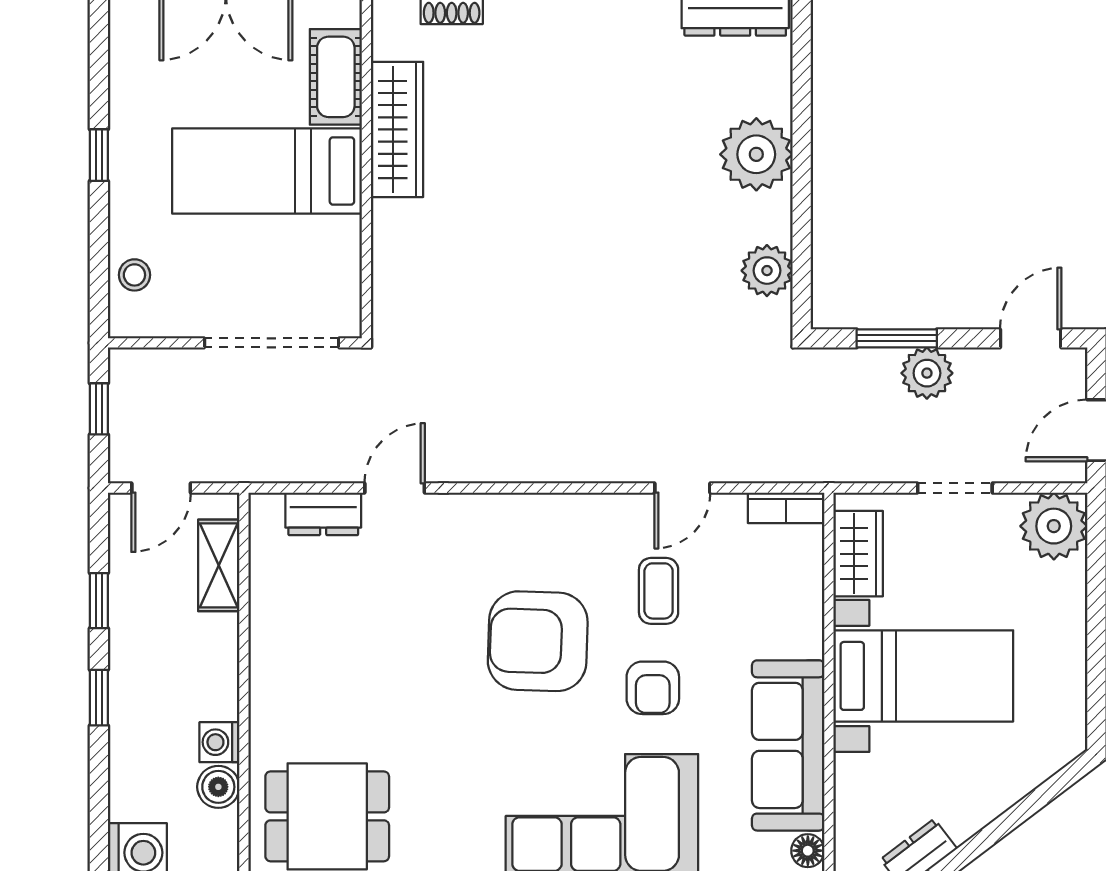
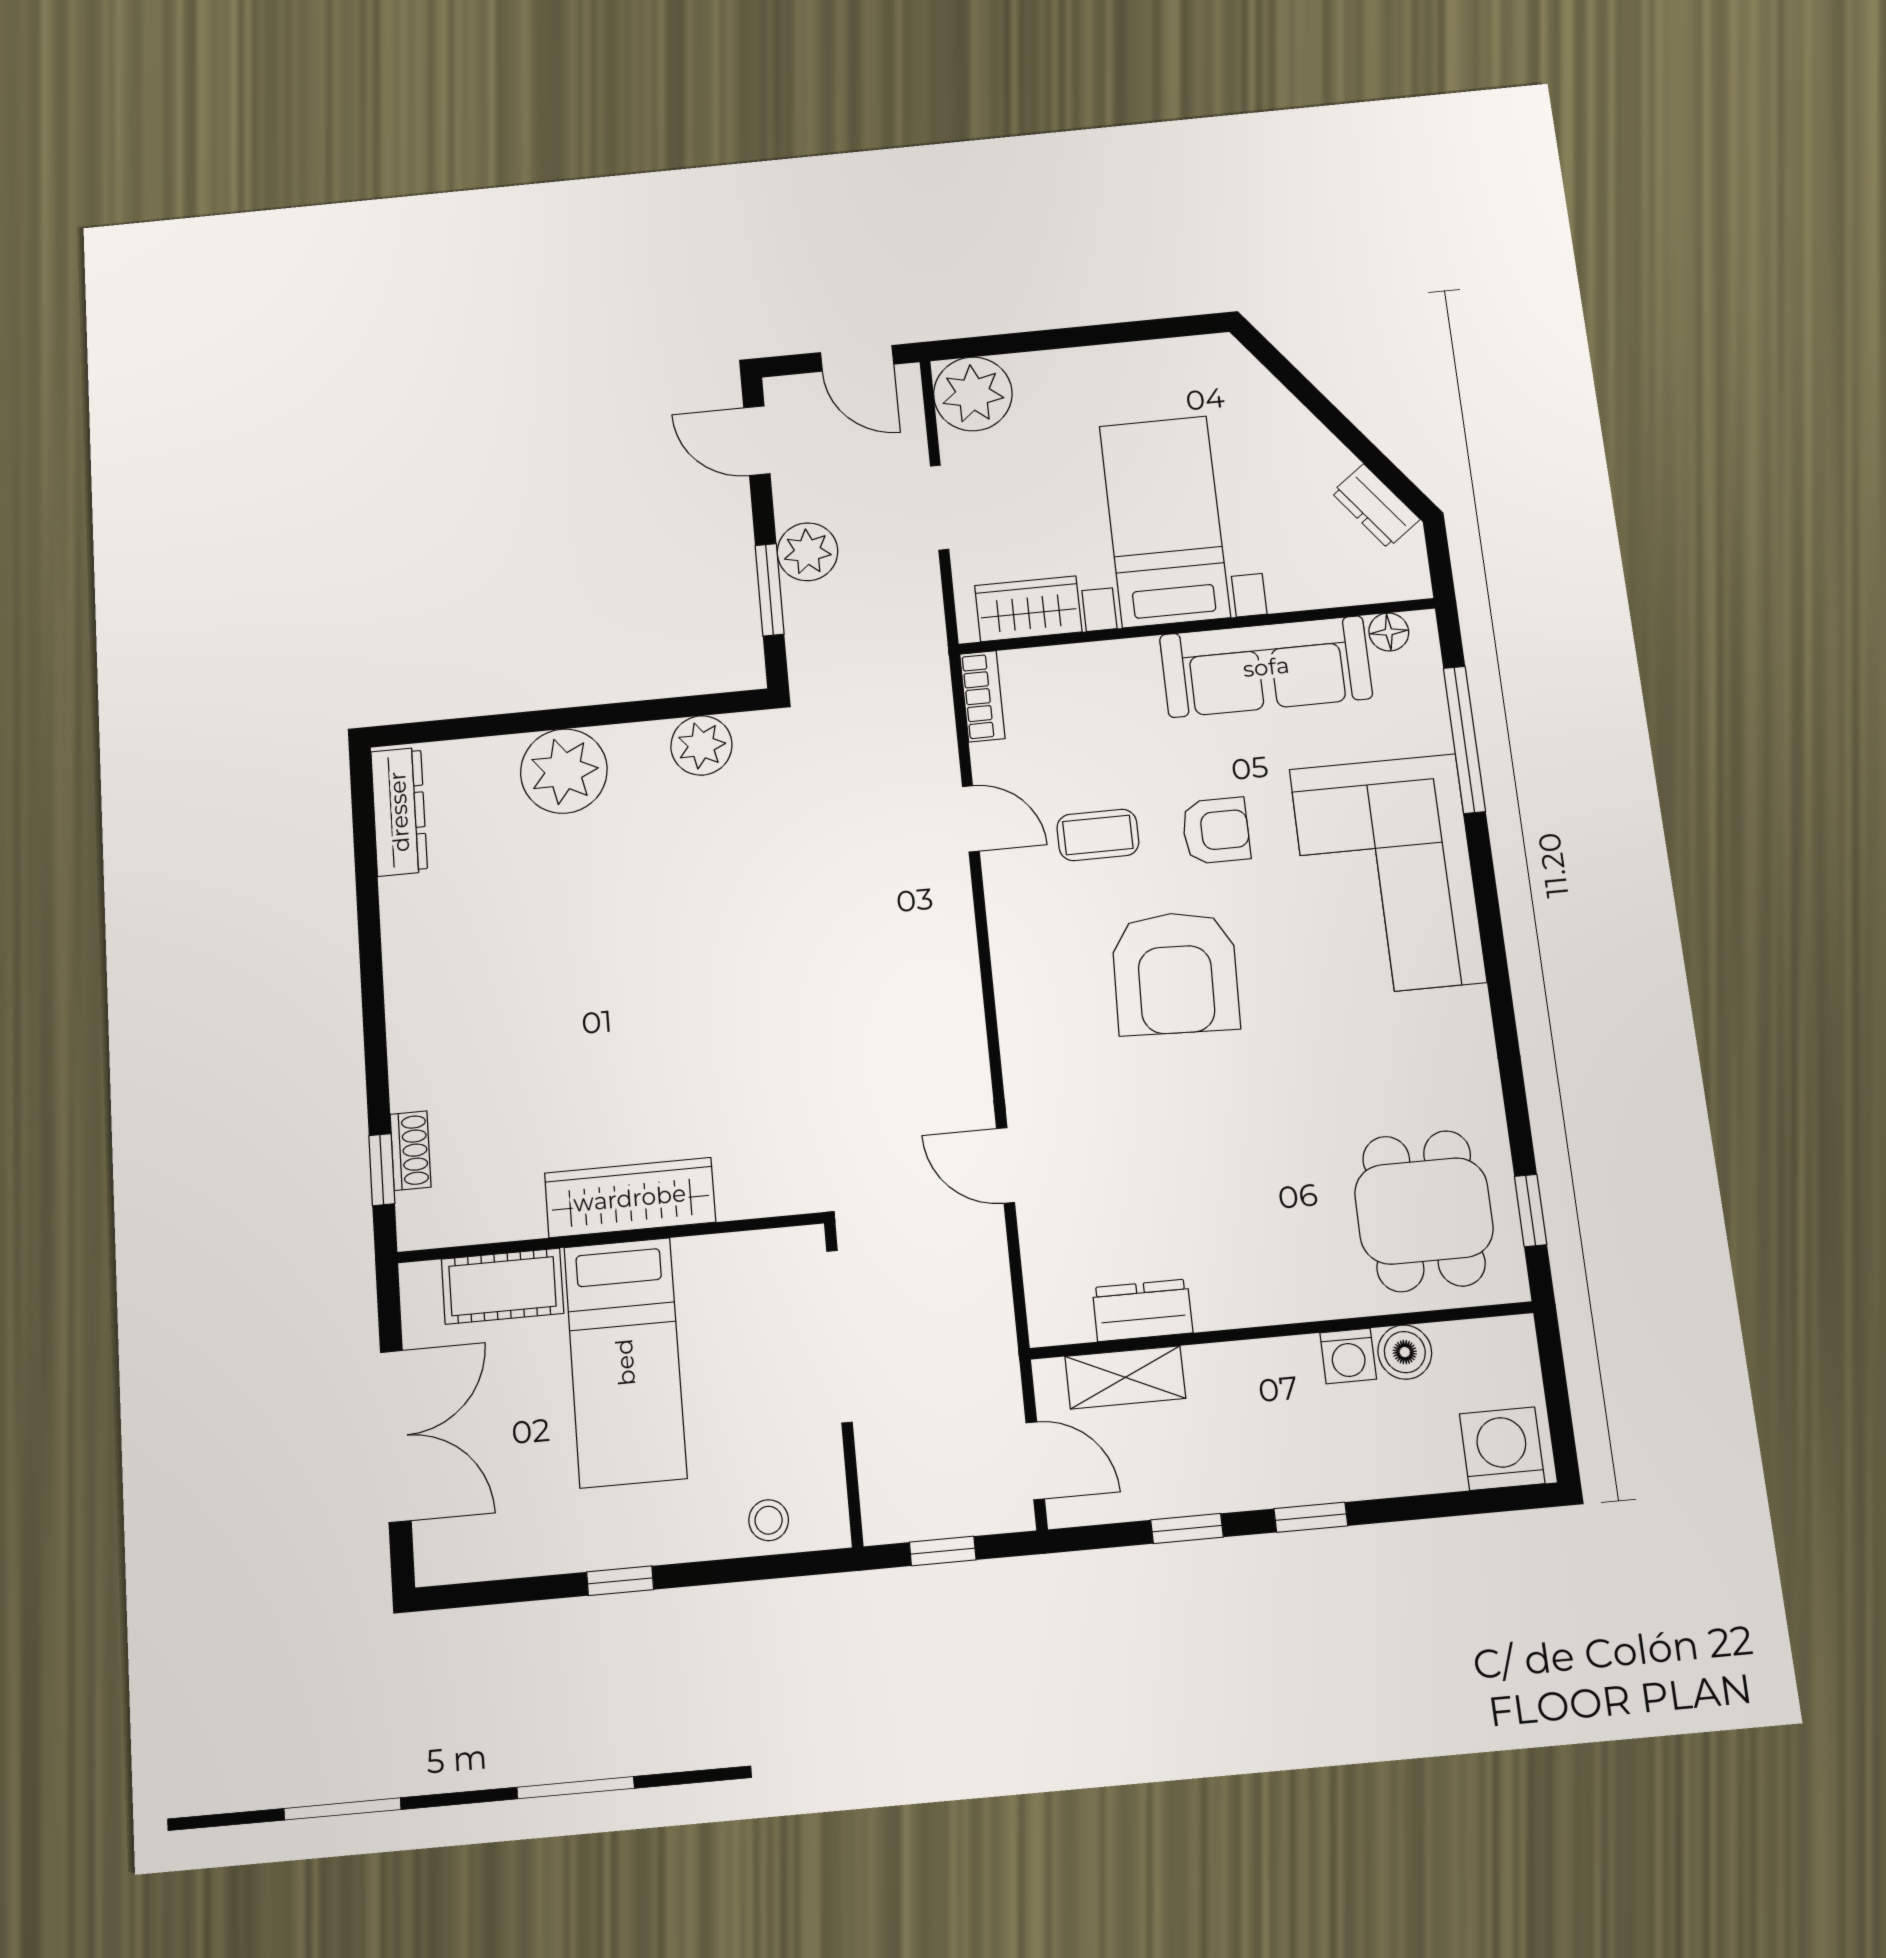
wardrobe: (397, 129) -> (630, 1198), moved
dresser: (323, 514) -> (1142, 1310), moved, turned -90

